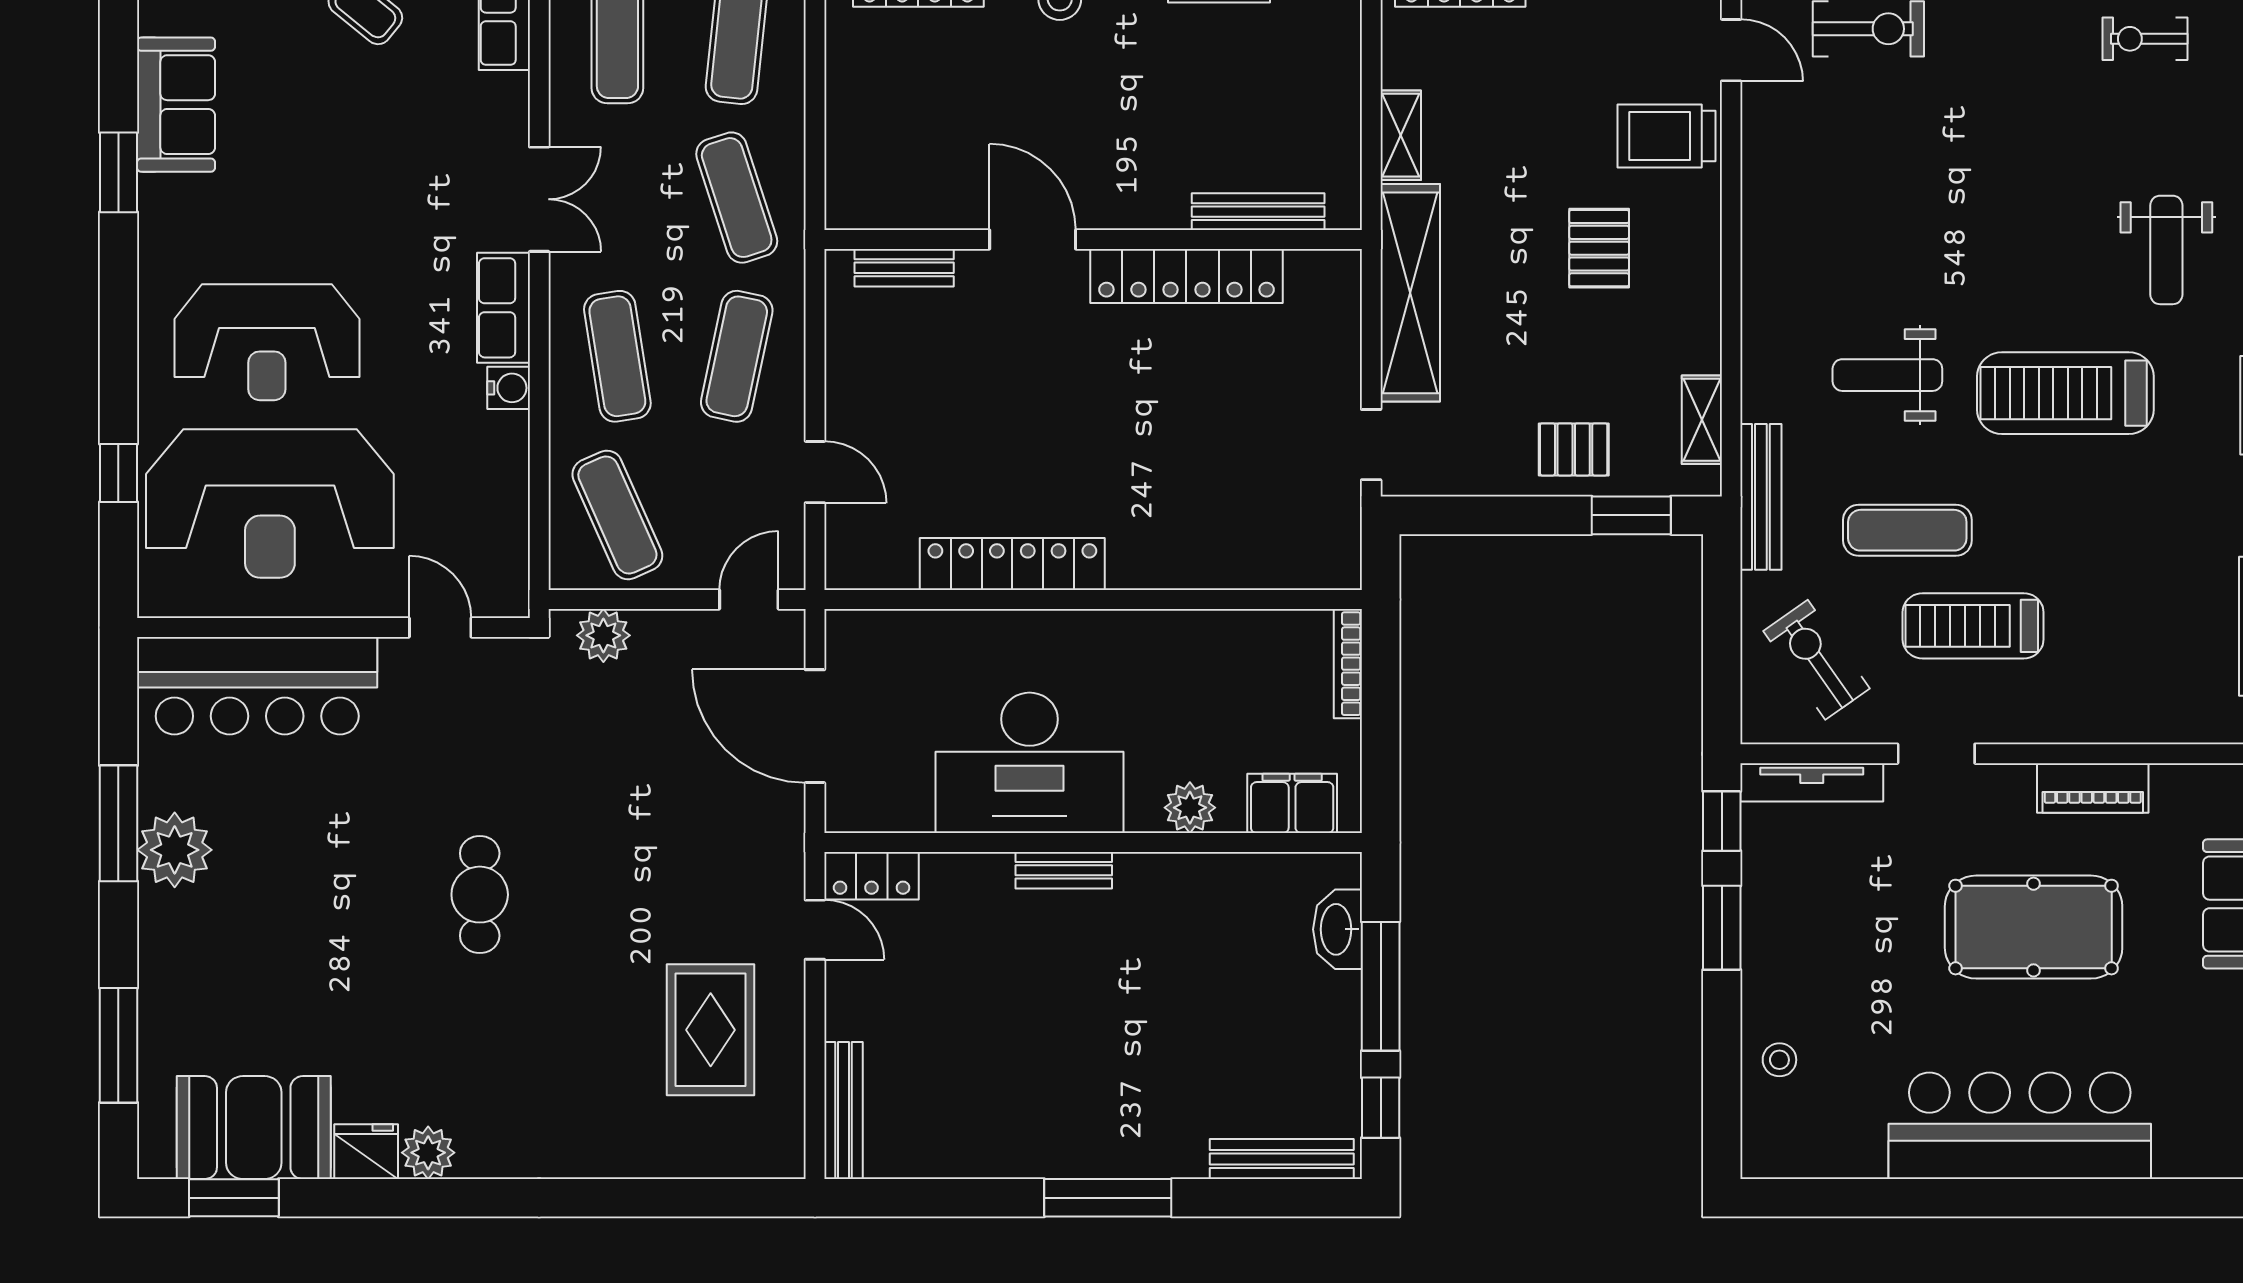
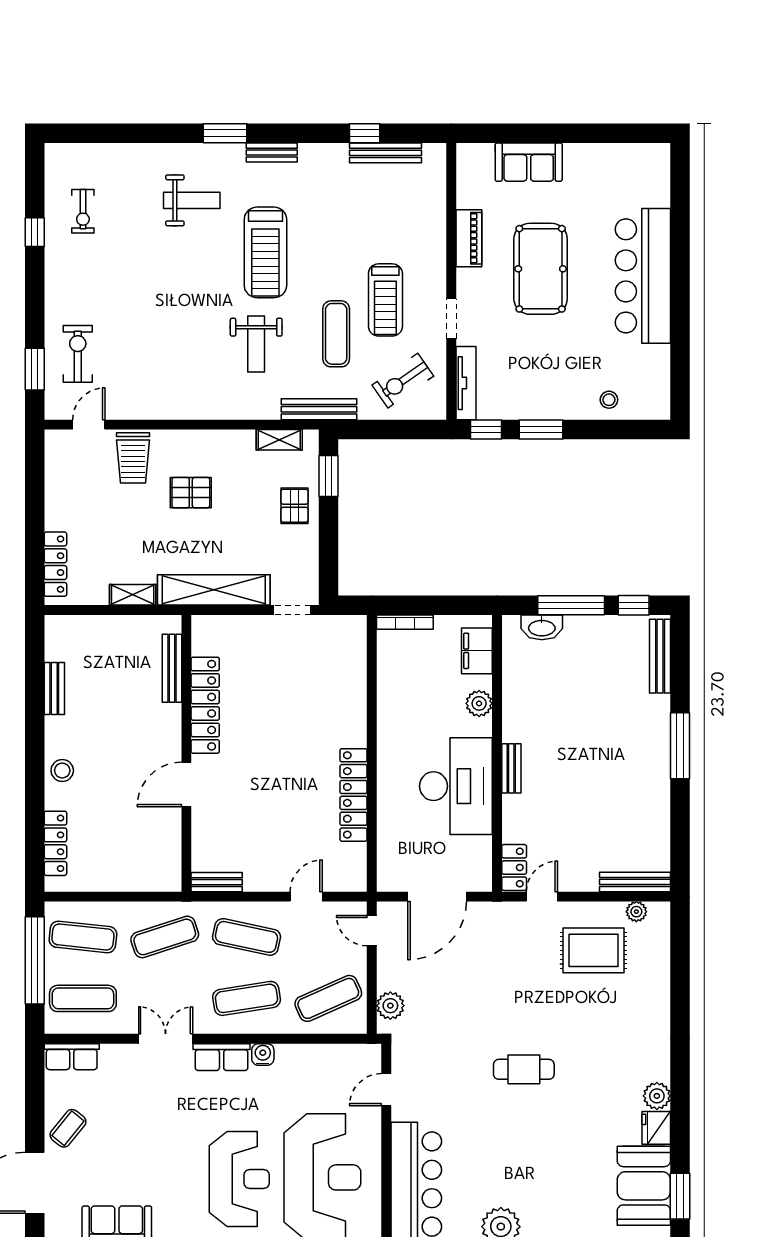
bench: (904, 268) -> (217, 882), moved, turned 90
plant: (786, 1113) -> (636, 912), added

